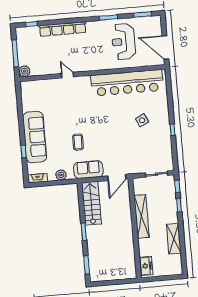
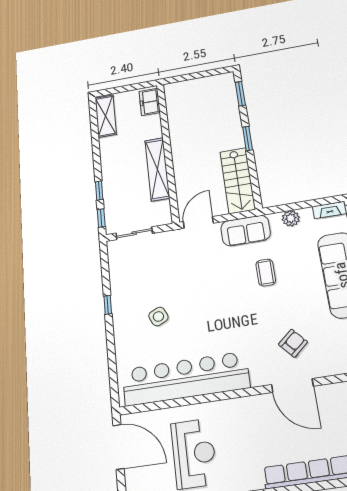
door: (68, 75) -> (292, 385), width x1.87
armchair: (65, 99) -> (293, 343), added
shelving: (174, 239) -> (106, 116), moved

